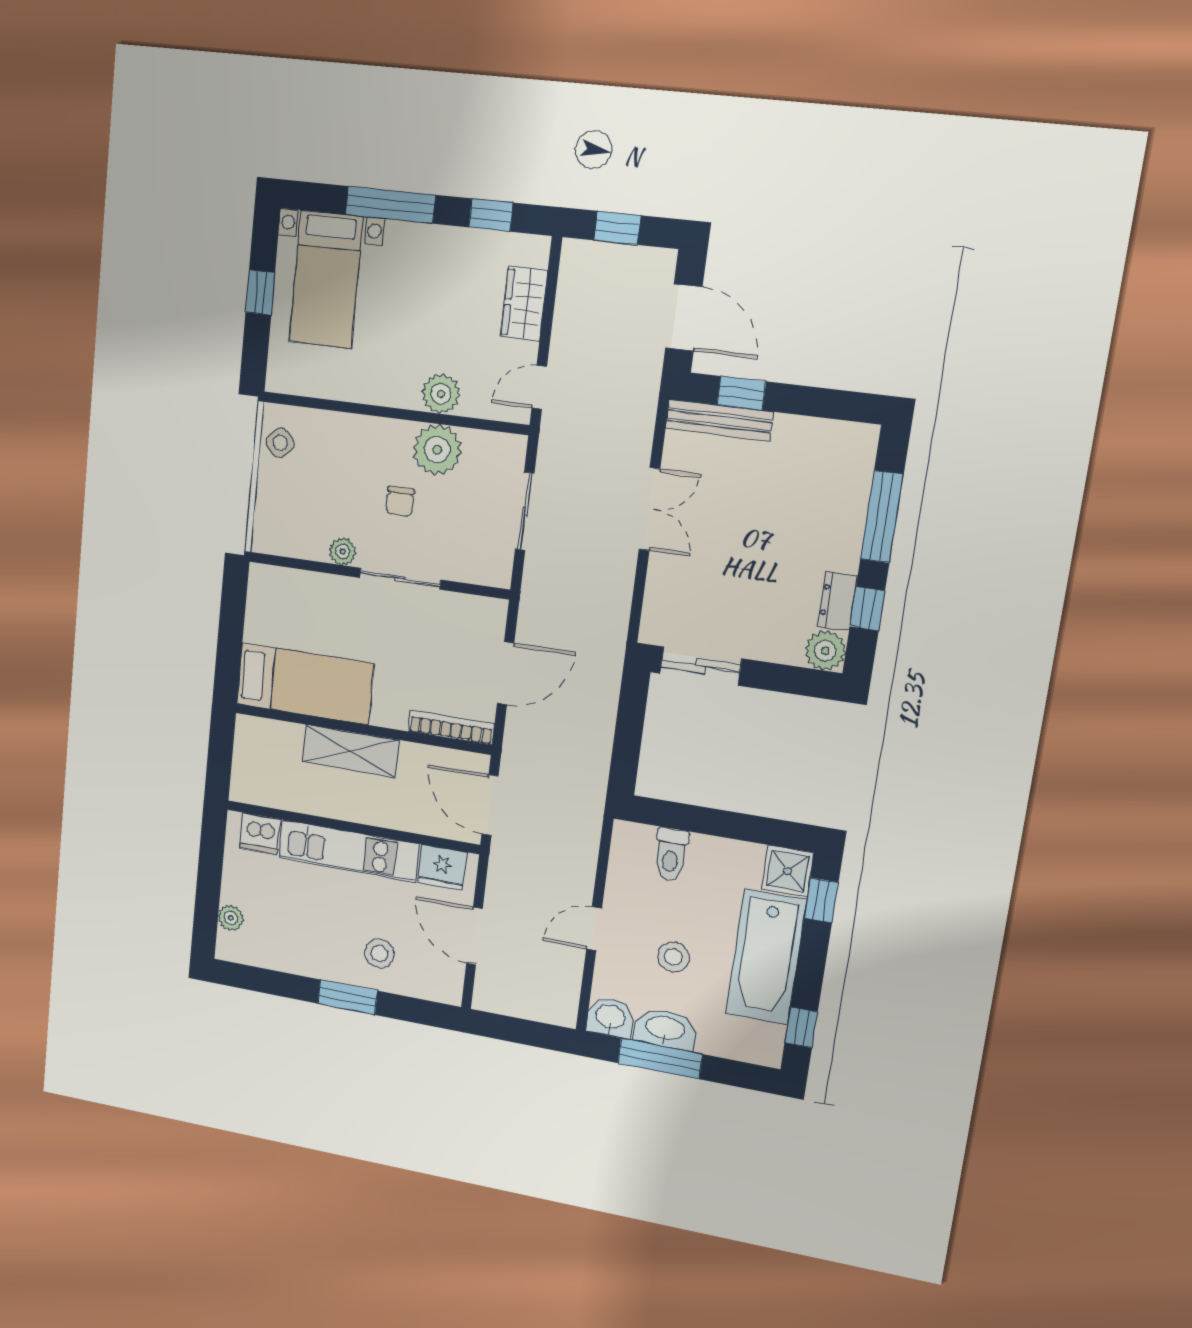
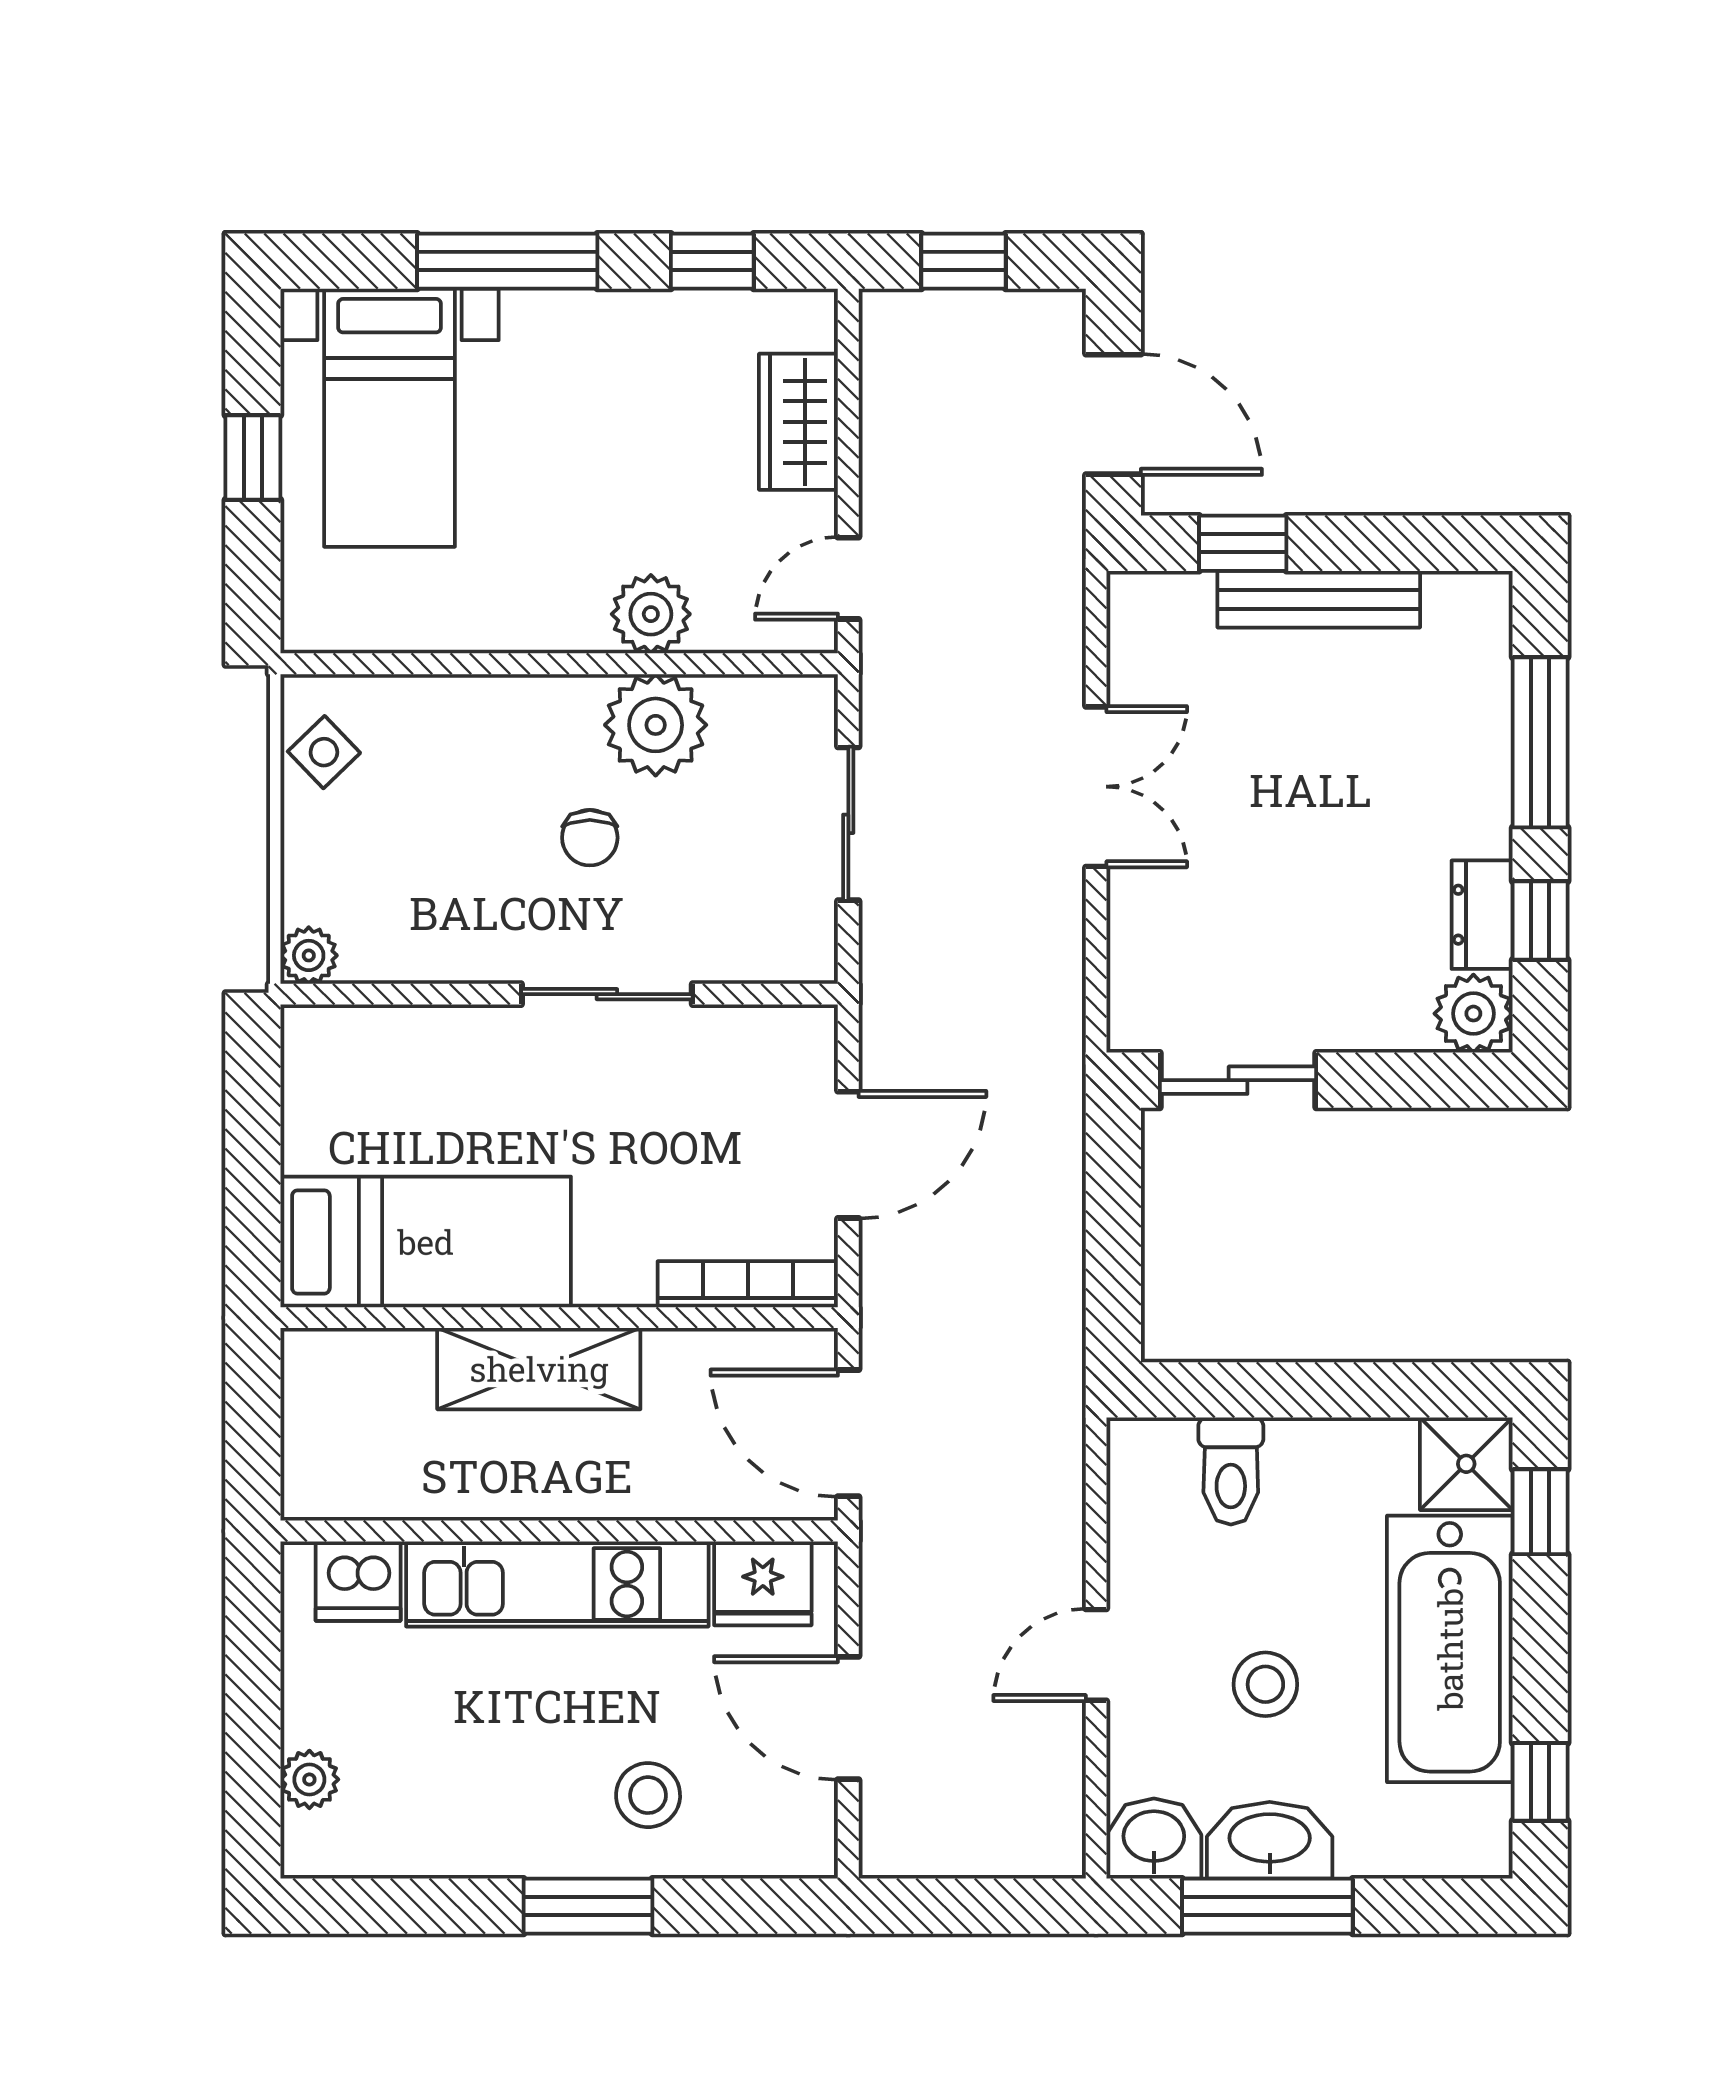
bench: (719, 420) -> (1319, 599), moved
plant: (343, 551) -> (309, 955), moved

